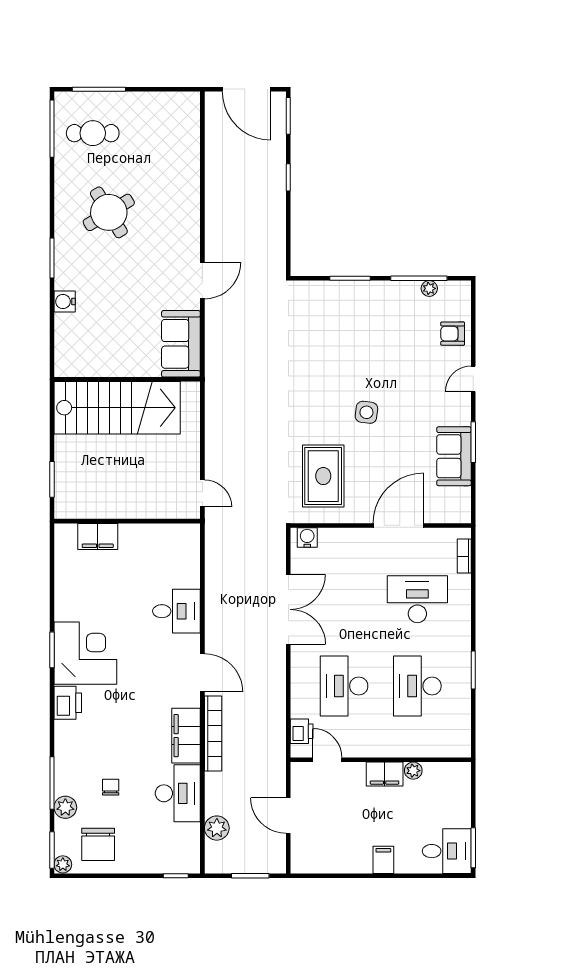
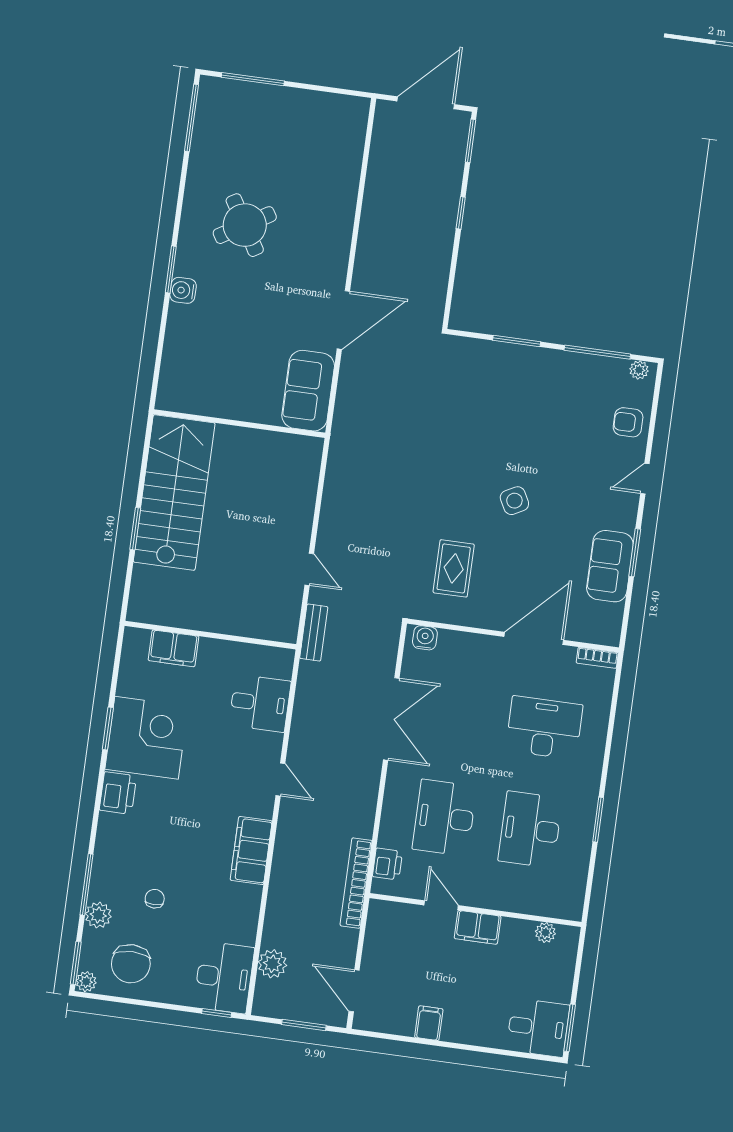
door: (246, 89) -> (426, 103), swing flipped
cafe table: (93, 133) -> (239, 130), removed
door: (202, 281) -> (343, 320), width x1.36
plant: (429, 288) -> (639, 370), moved
water cooler: (65, 302) -> (183, 290), moved
stairs: (117, 408) -> (174, 492), moved, turned -90
side table: (366, 412) -> (514, 501), turned -35
rug: (323, 476) -> (454, 568), width x0.73, depth x0.70
wall: (127, 521) -> (210, 635), moved
filing cabinet: (98, 537) -> (173, 648), moved
bench: (213, 546) -> (314, 633), added
bookcase: (464, 556) -> (597, 658), moved, turned -90
door: (202, 673) -> (280, 779), width x0.73
bookcase: (213, 733) -> (356, 883), moved, turned 180
door: (327, 760) -> (441, 905), moved
plant: (413, 771) -> (545, 932), moved
desk: (178, 793) -> (224, 977), moved
door: (288, 816) -> (354, 991), moved
filing cabinet: (383, 860) -> (429, 1023), moved

